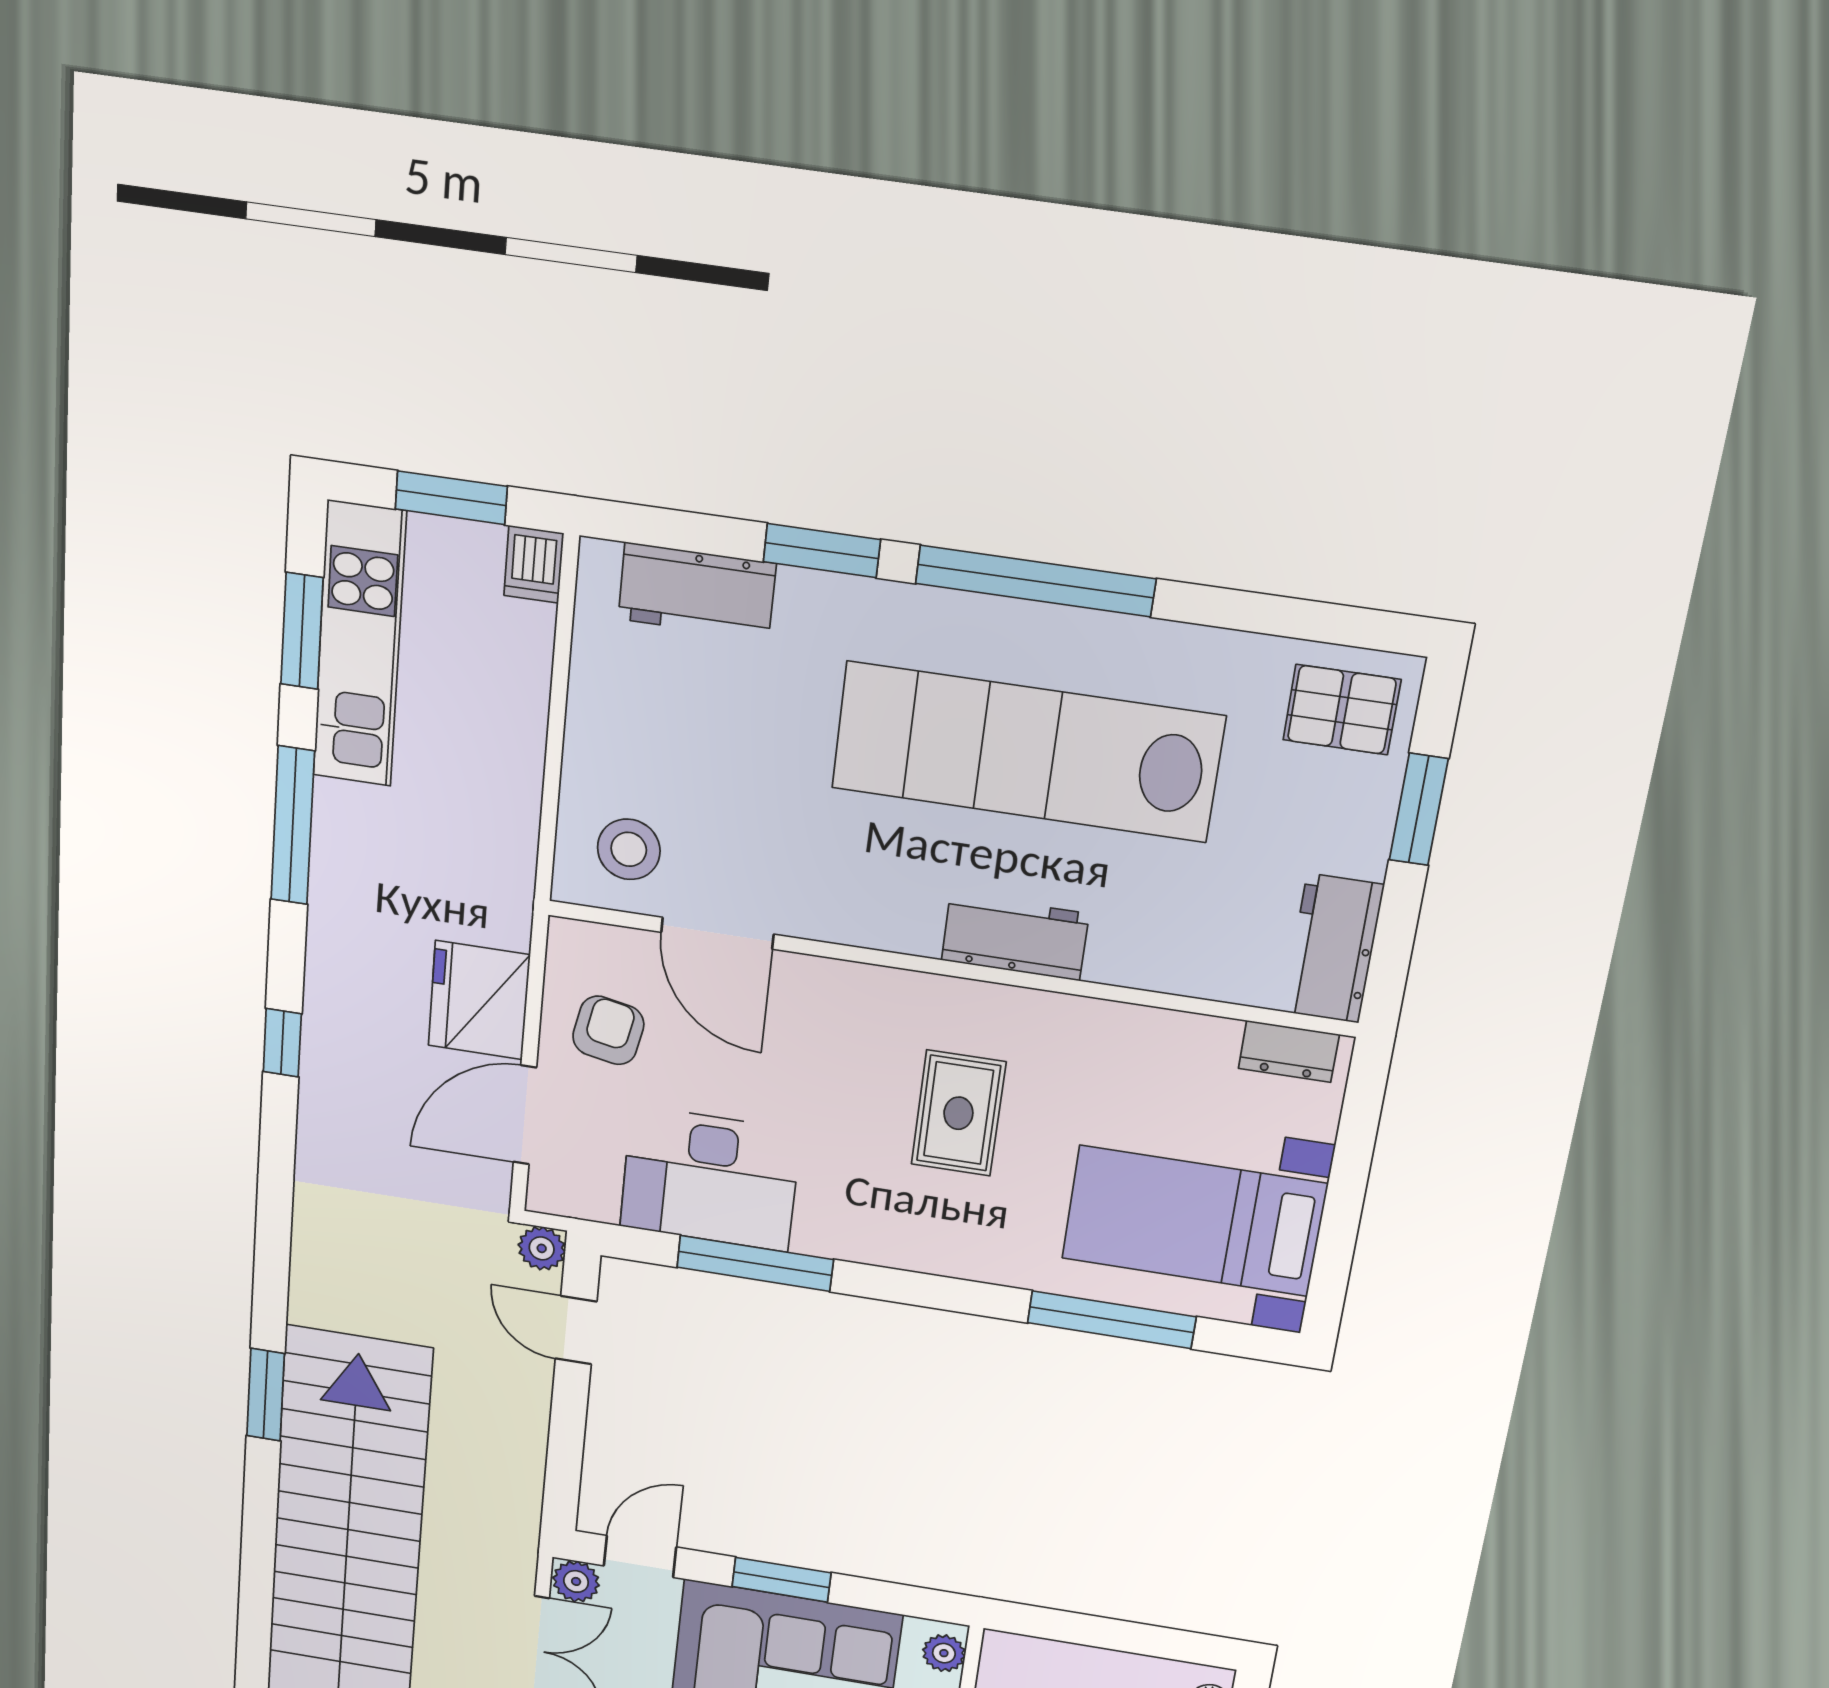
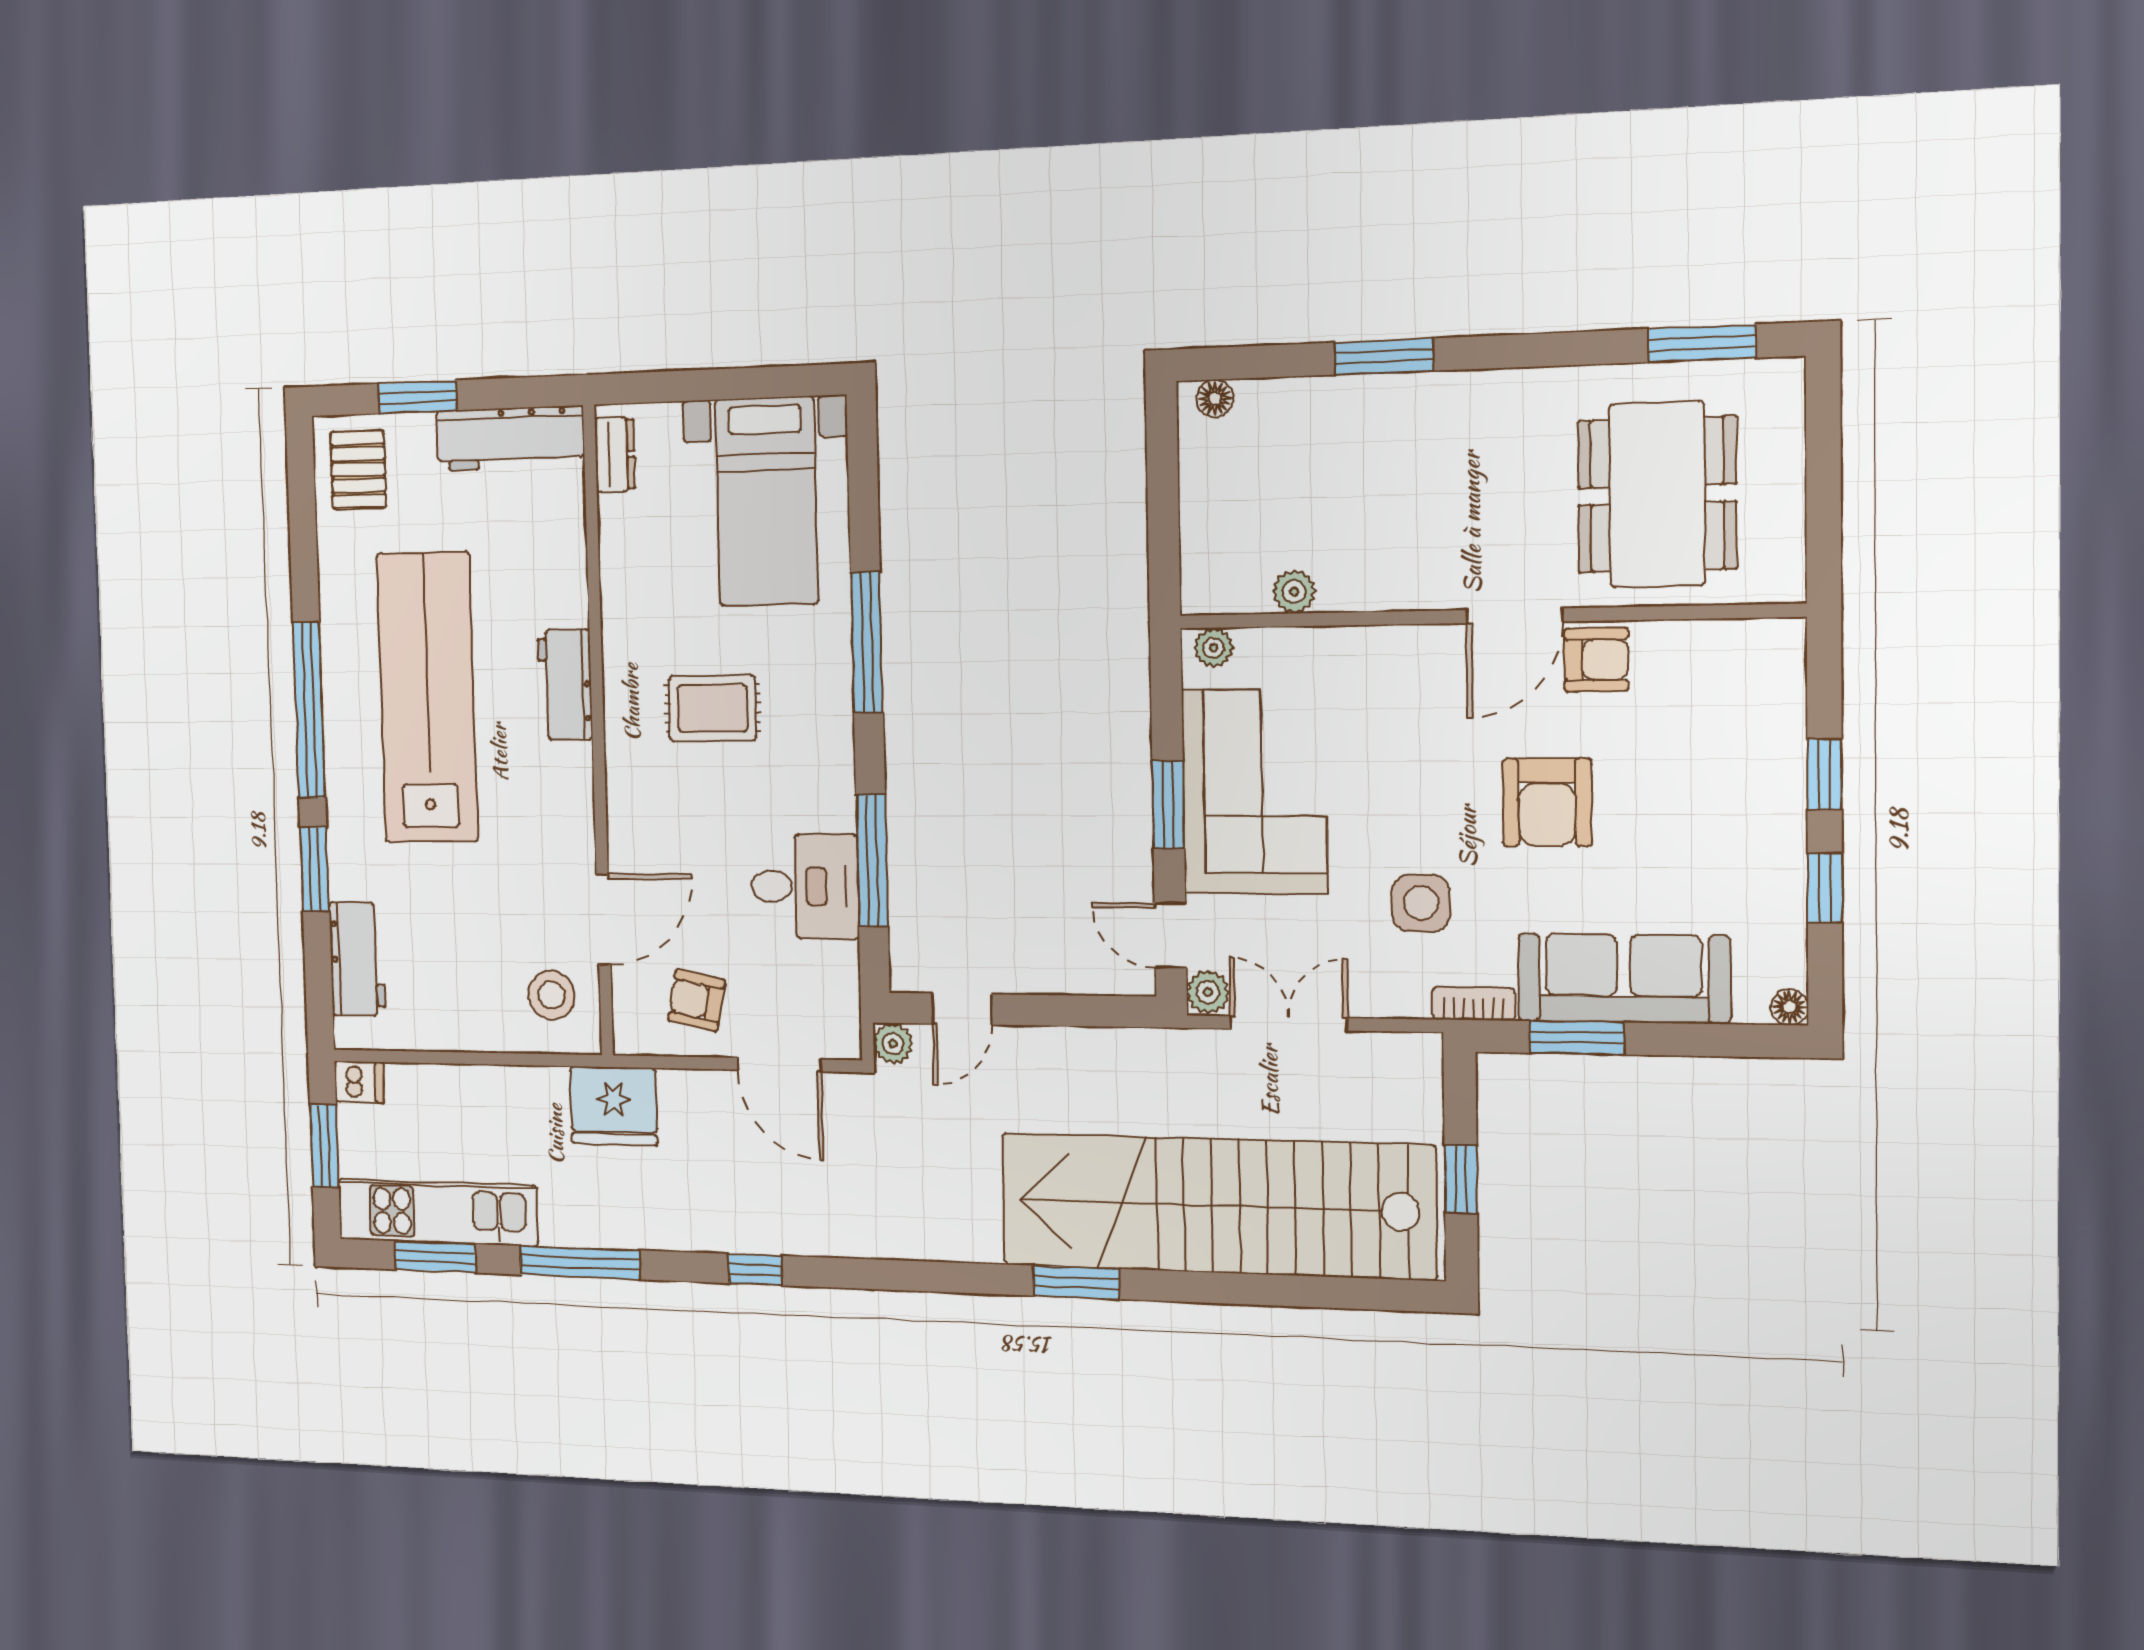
lab bench: (1027, 752) -> (427, 697), turned 180
workbench: (1333, 949) -> (510, 438), width x1.38
fridge: (479, 1000) -> (614, 1106), moved
desk: (710, 1179) -> (805, 886), width x0.73
window: (1112, 1320) -> (867, 642), moved

